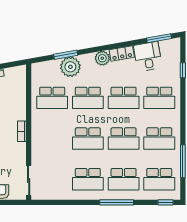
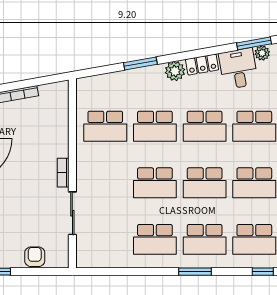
window: (66, 55) -> (140, 63), moved
plant: (70, 67) -> (262, 53), moved, width x0.53, depth x0.53
sliding door: (29, 180) -> (72, 213), moved
window: (117, 202) -> (195, 272), width x0.69

